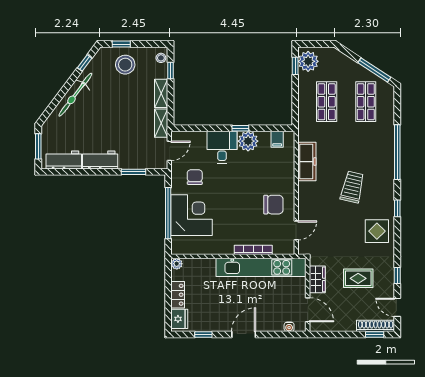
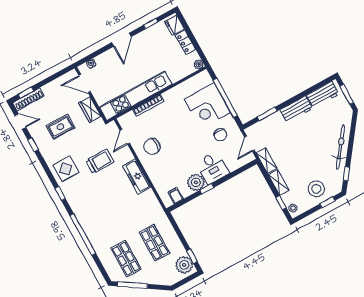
freezer: (307, 162) -> (137, 177), moved
trolley: (352, 187) -> (100, 161), moved, turned -103

